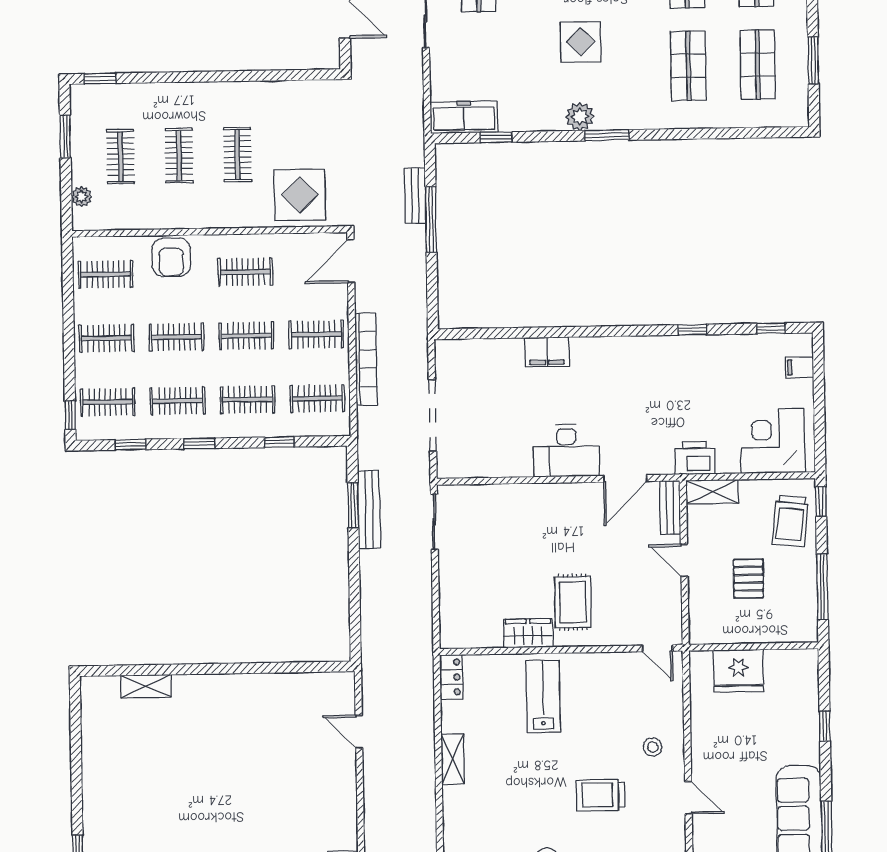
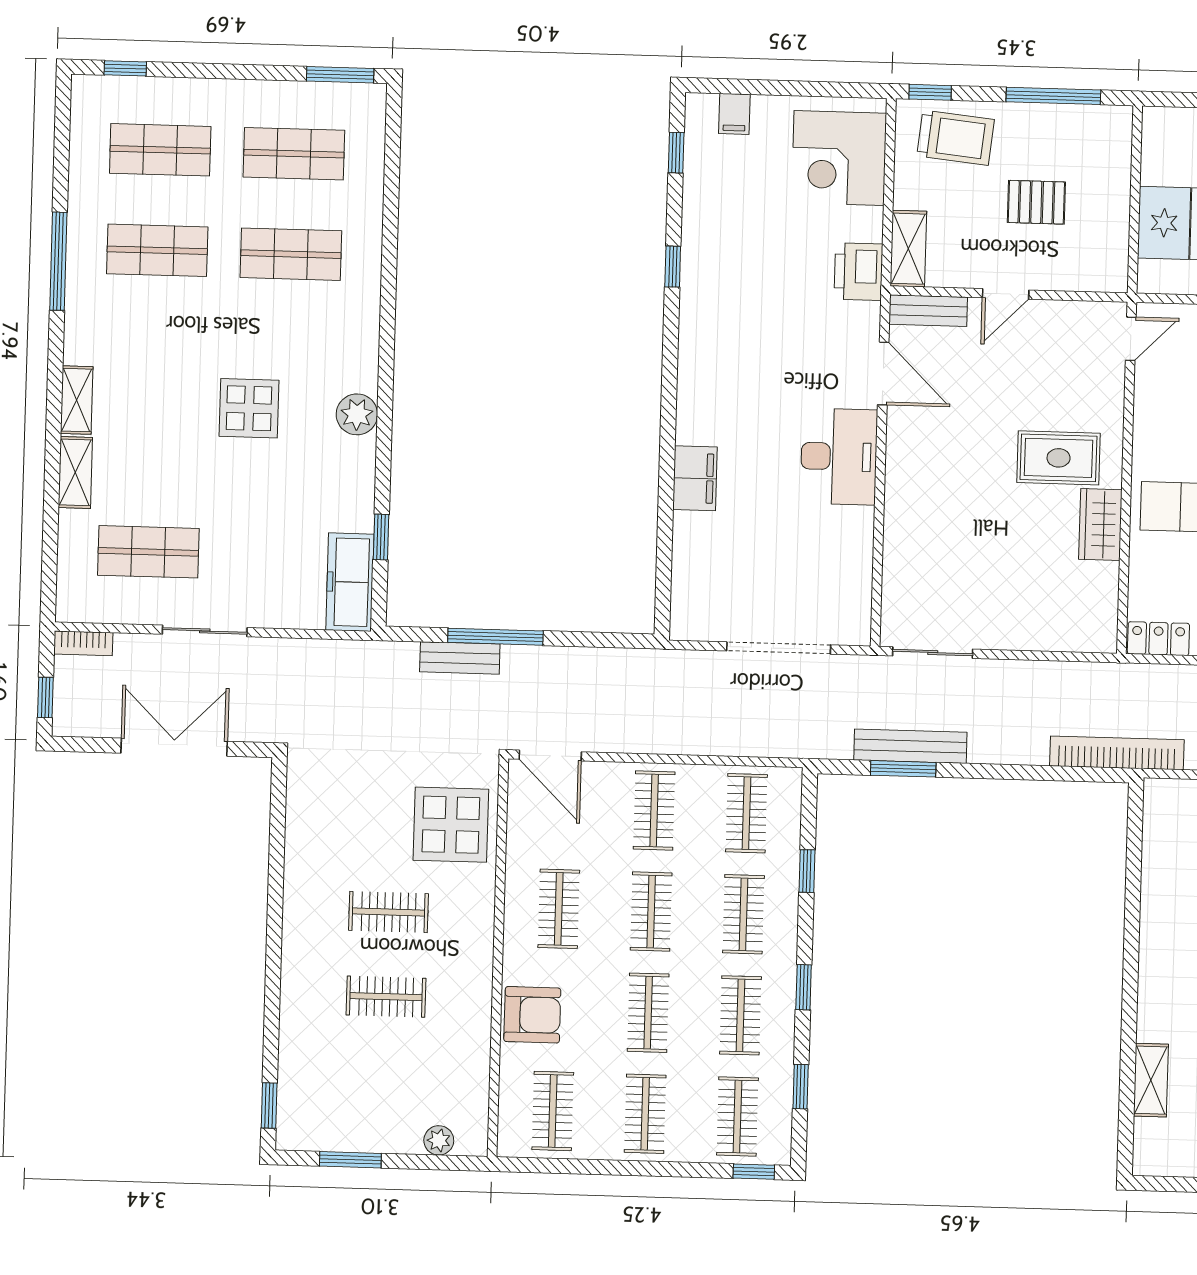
window: (813, 60) -> (340, 75), moved
window: (607, 135) -> (386, 377), removed
clothes rail: (121, 157) -> (383, 1081), removed
bookcase: (366, 359) -> (1117, 753), moved

